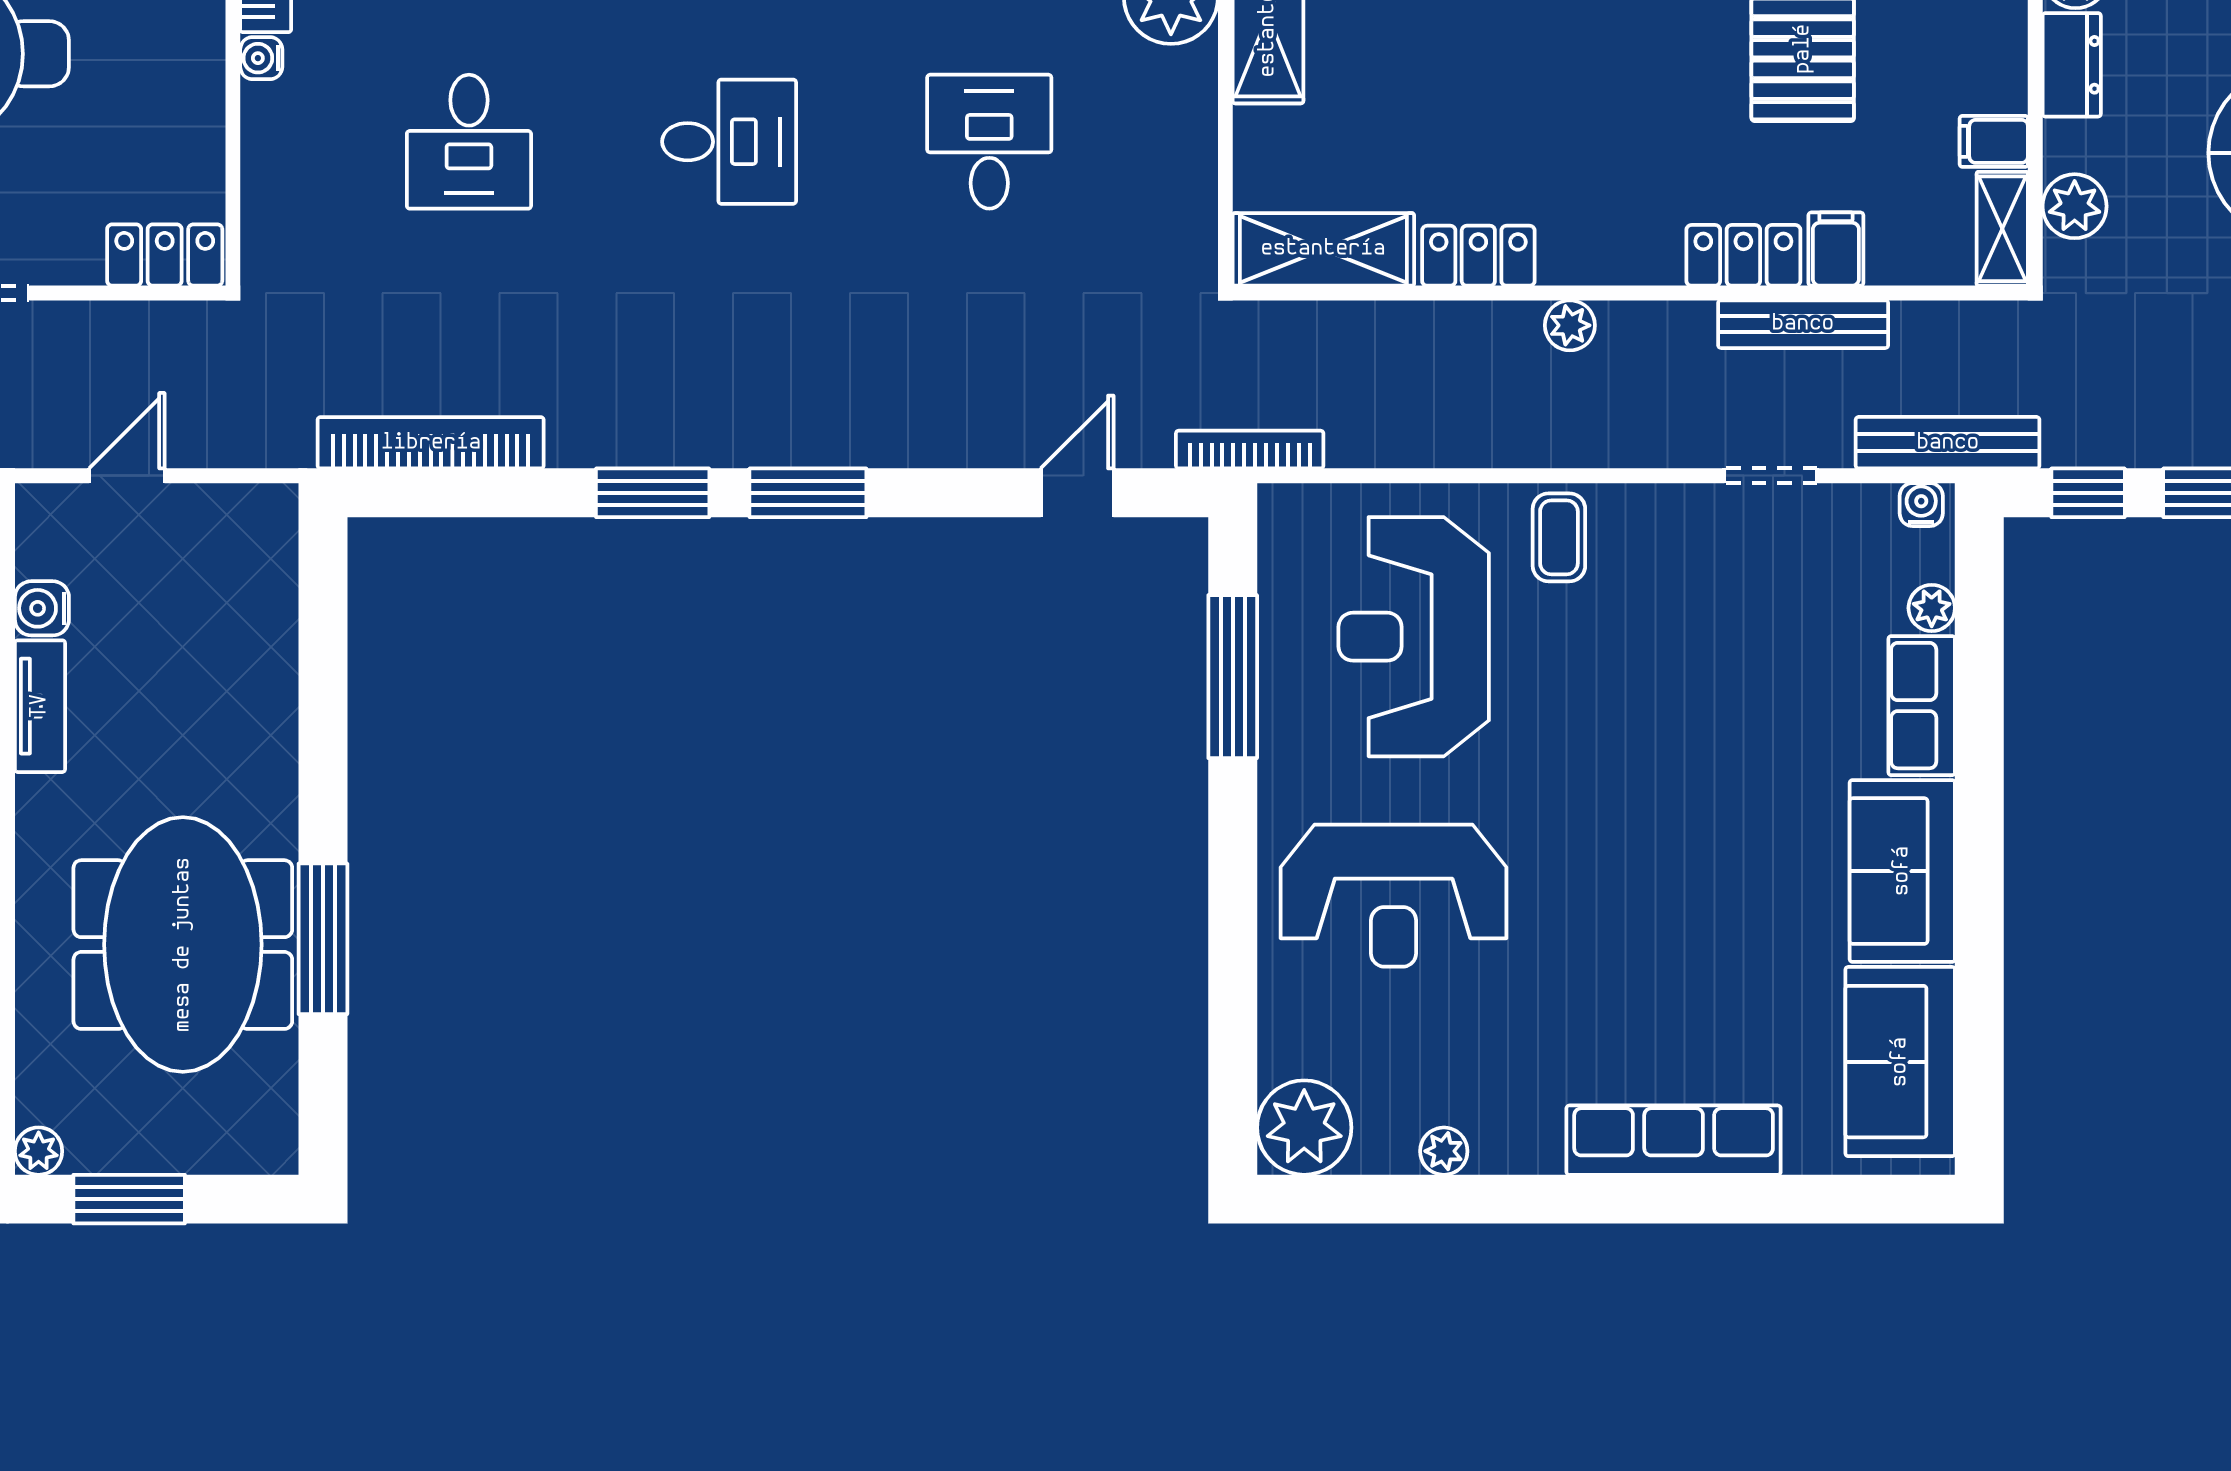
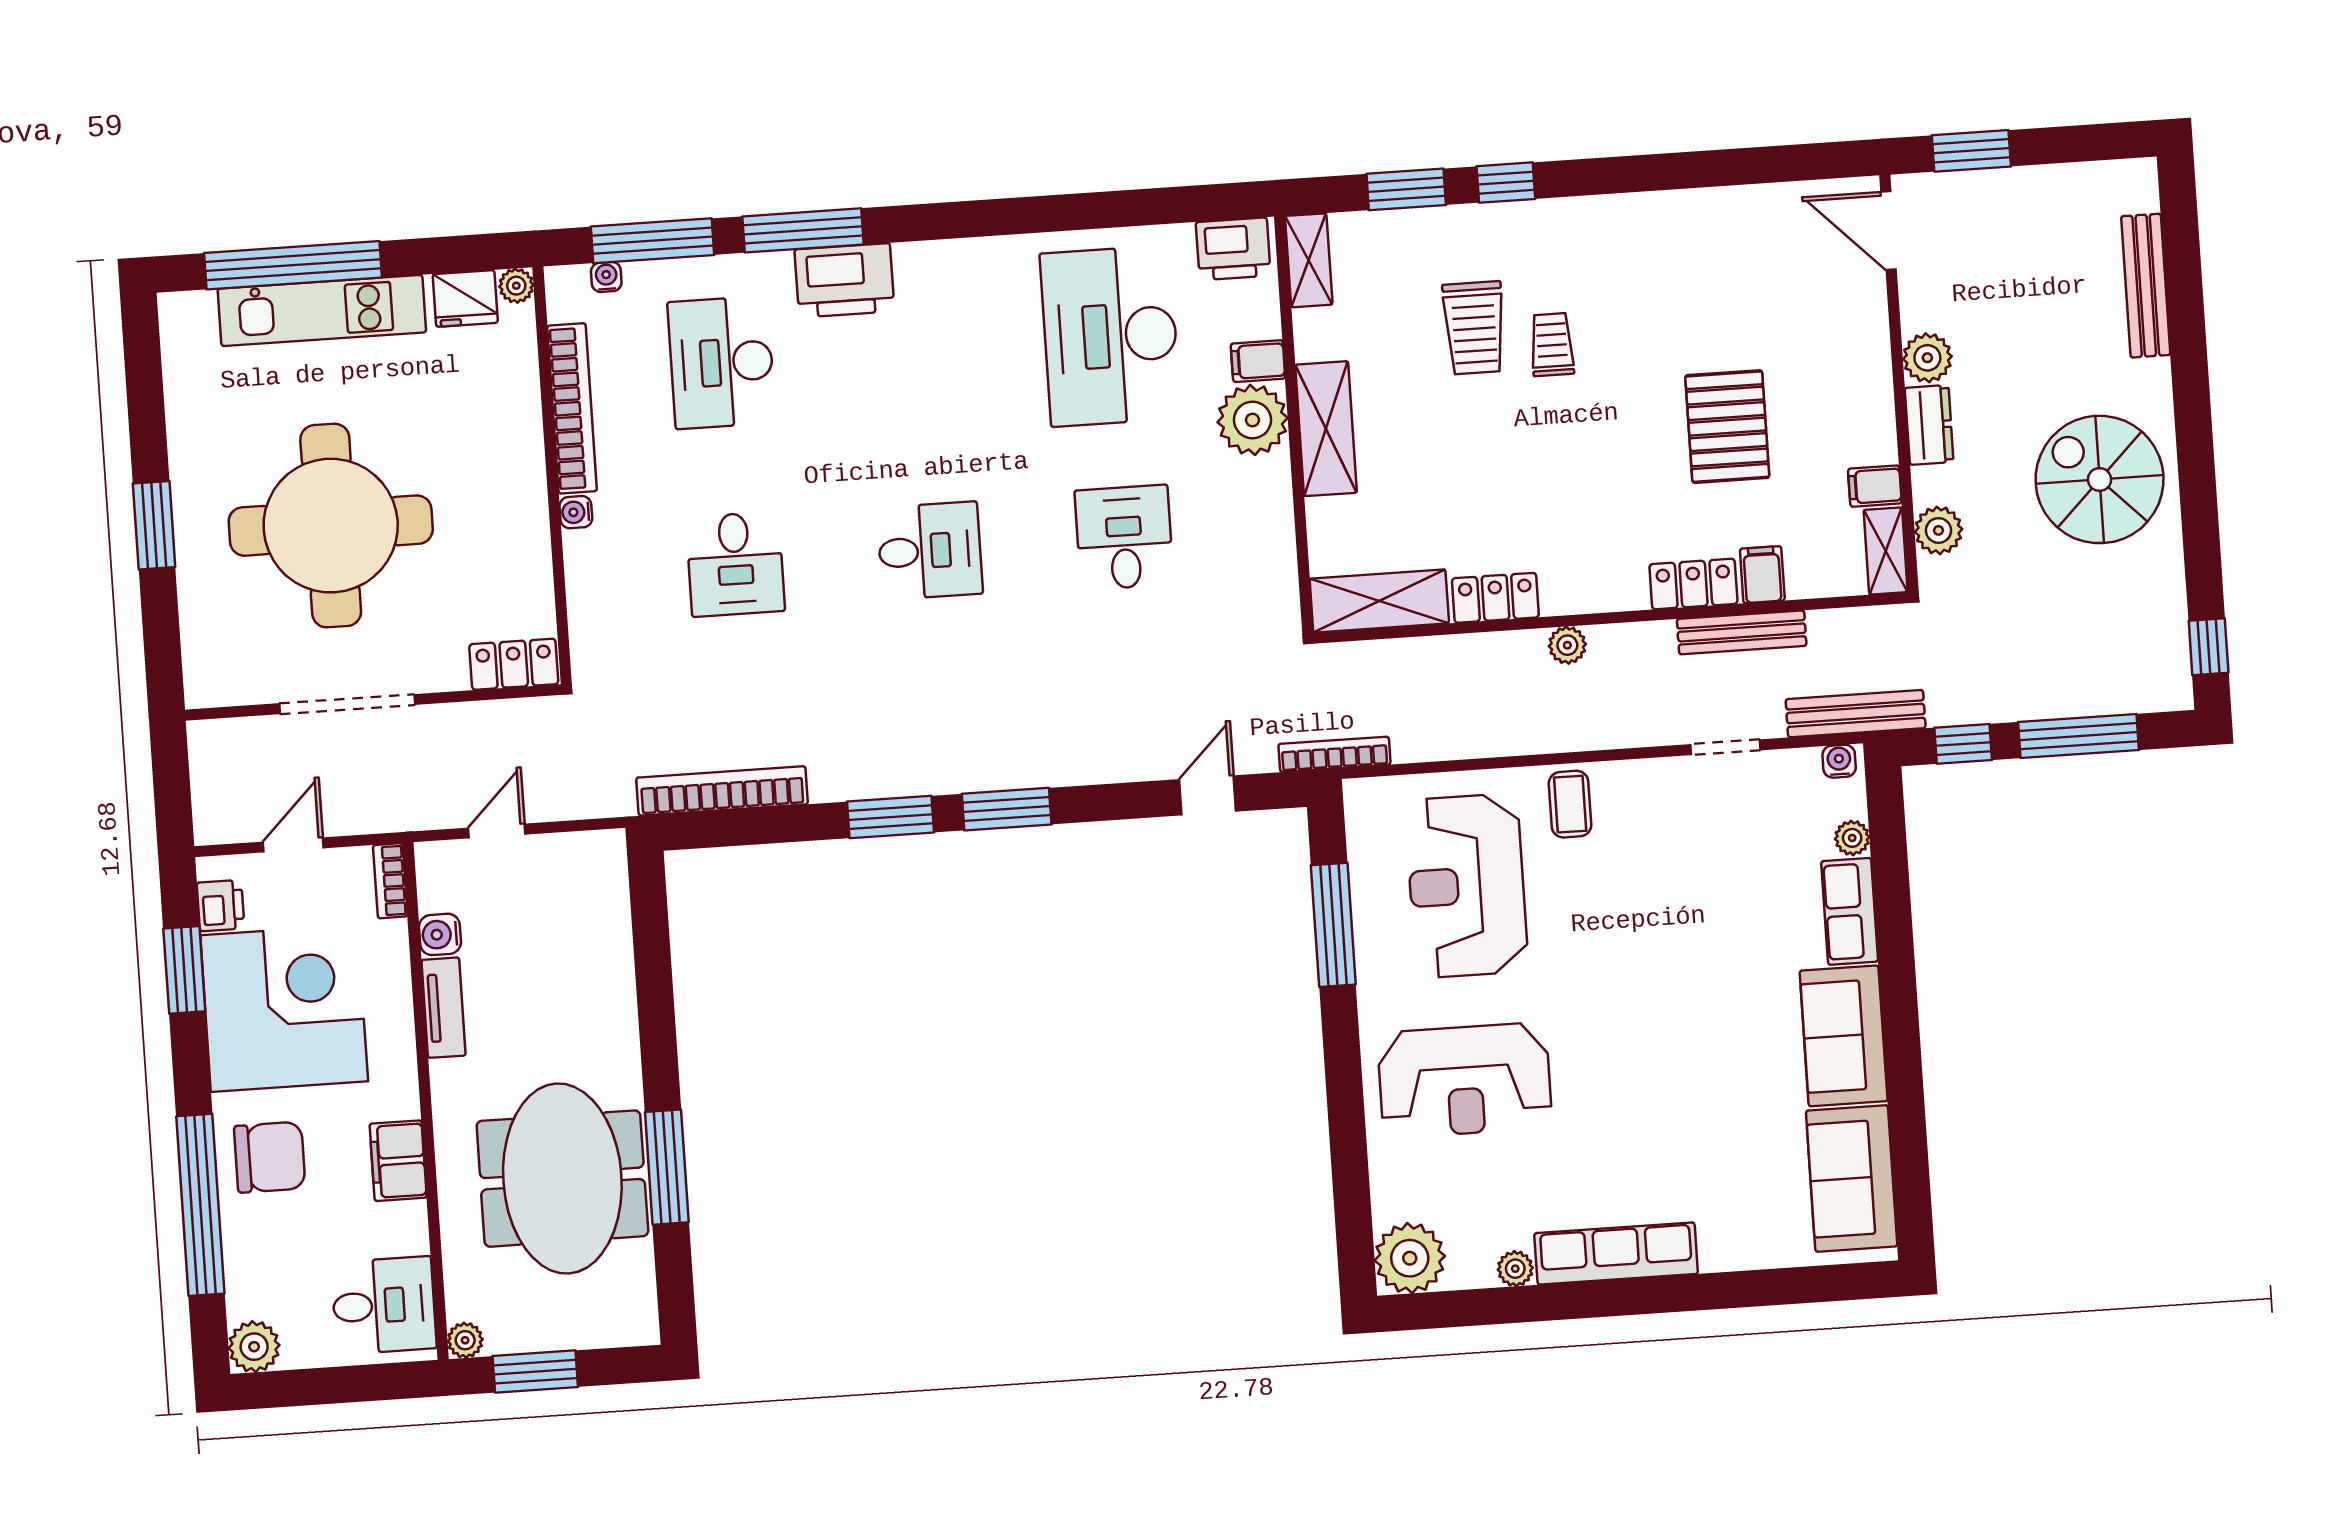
row of seats: (1674, 1140) -> (1616, 1254), moved

